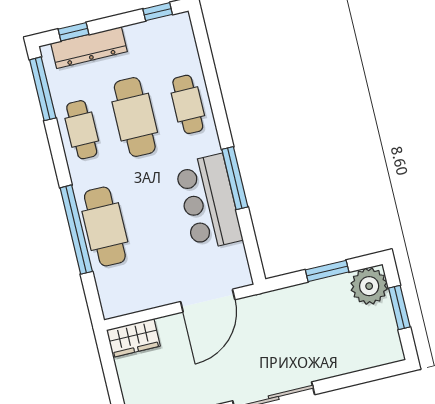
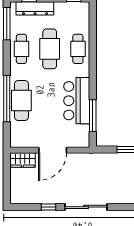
window: (235, 178) -> (93, 116), moved
door: (208, 301) -> (53, 150), moved

